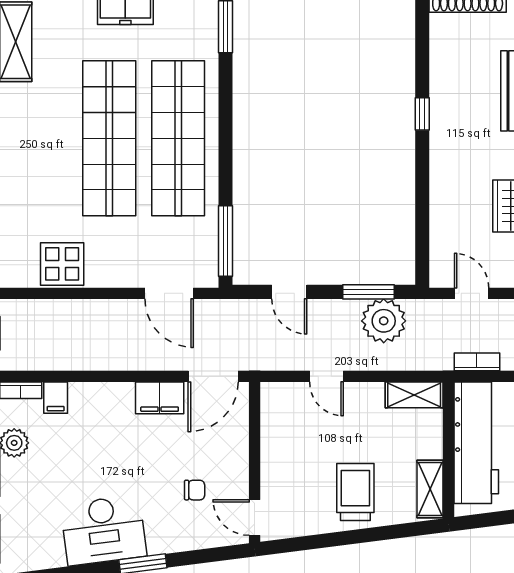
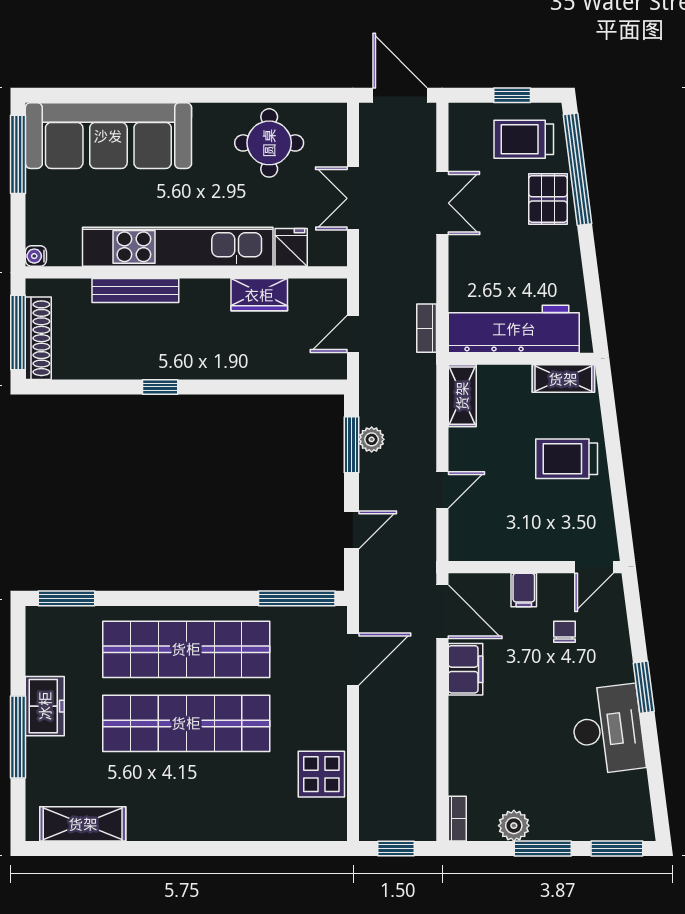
plant: (384, 321) -> (372, 439), width x0.53, depth x0.53
filing cabinet: (56, 398) -> (524, 590), moved, turned 90

